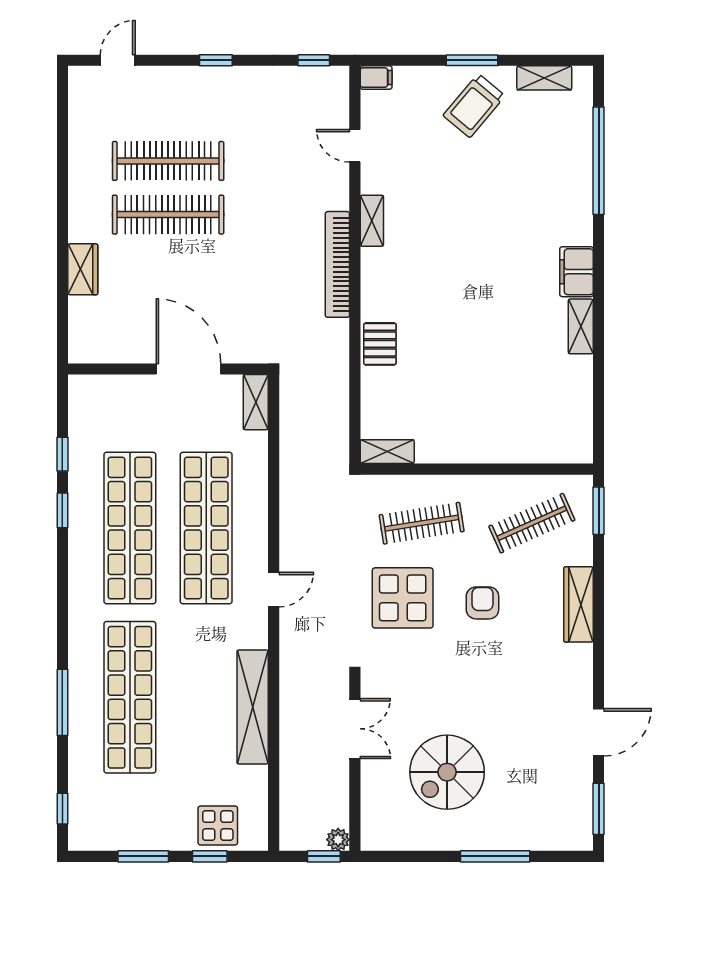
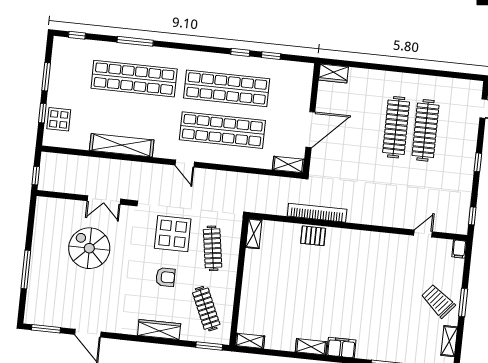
shelving: (372, 221) -> (250, 341), moved
bookcase: (337, 264) -> (317, 213), moved
wardrobe: (83, 269) -> (333, 73), moved
spiral stairs: (447, 772) -> (89, 248), moved
plant: (338, 840) -> (44, 184), removed

